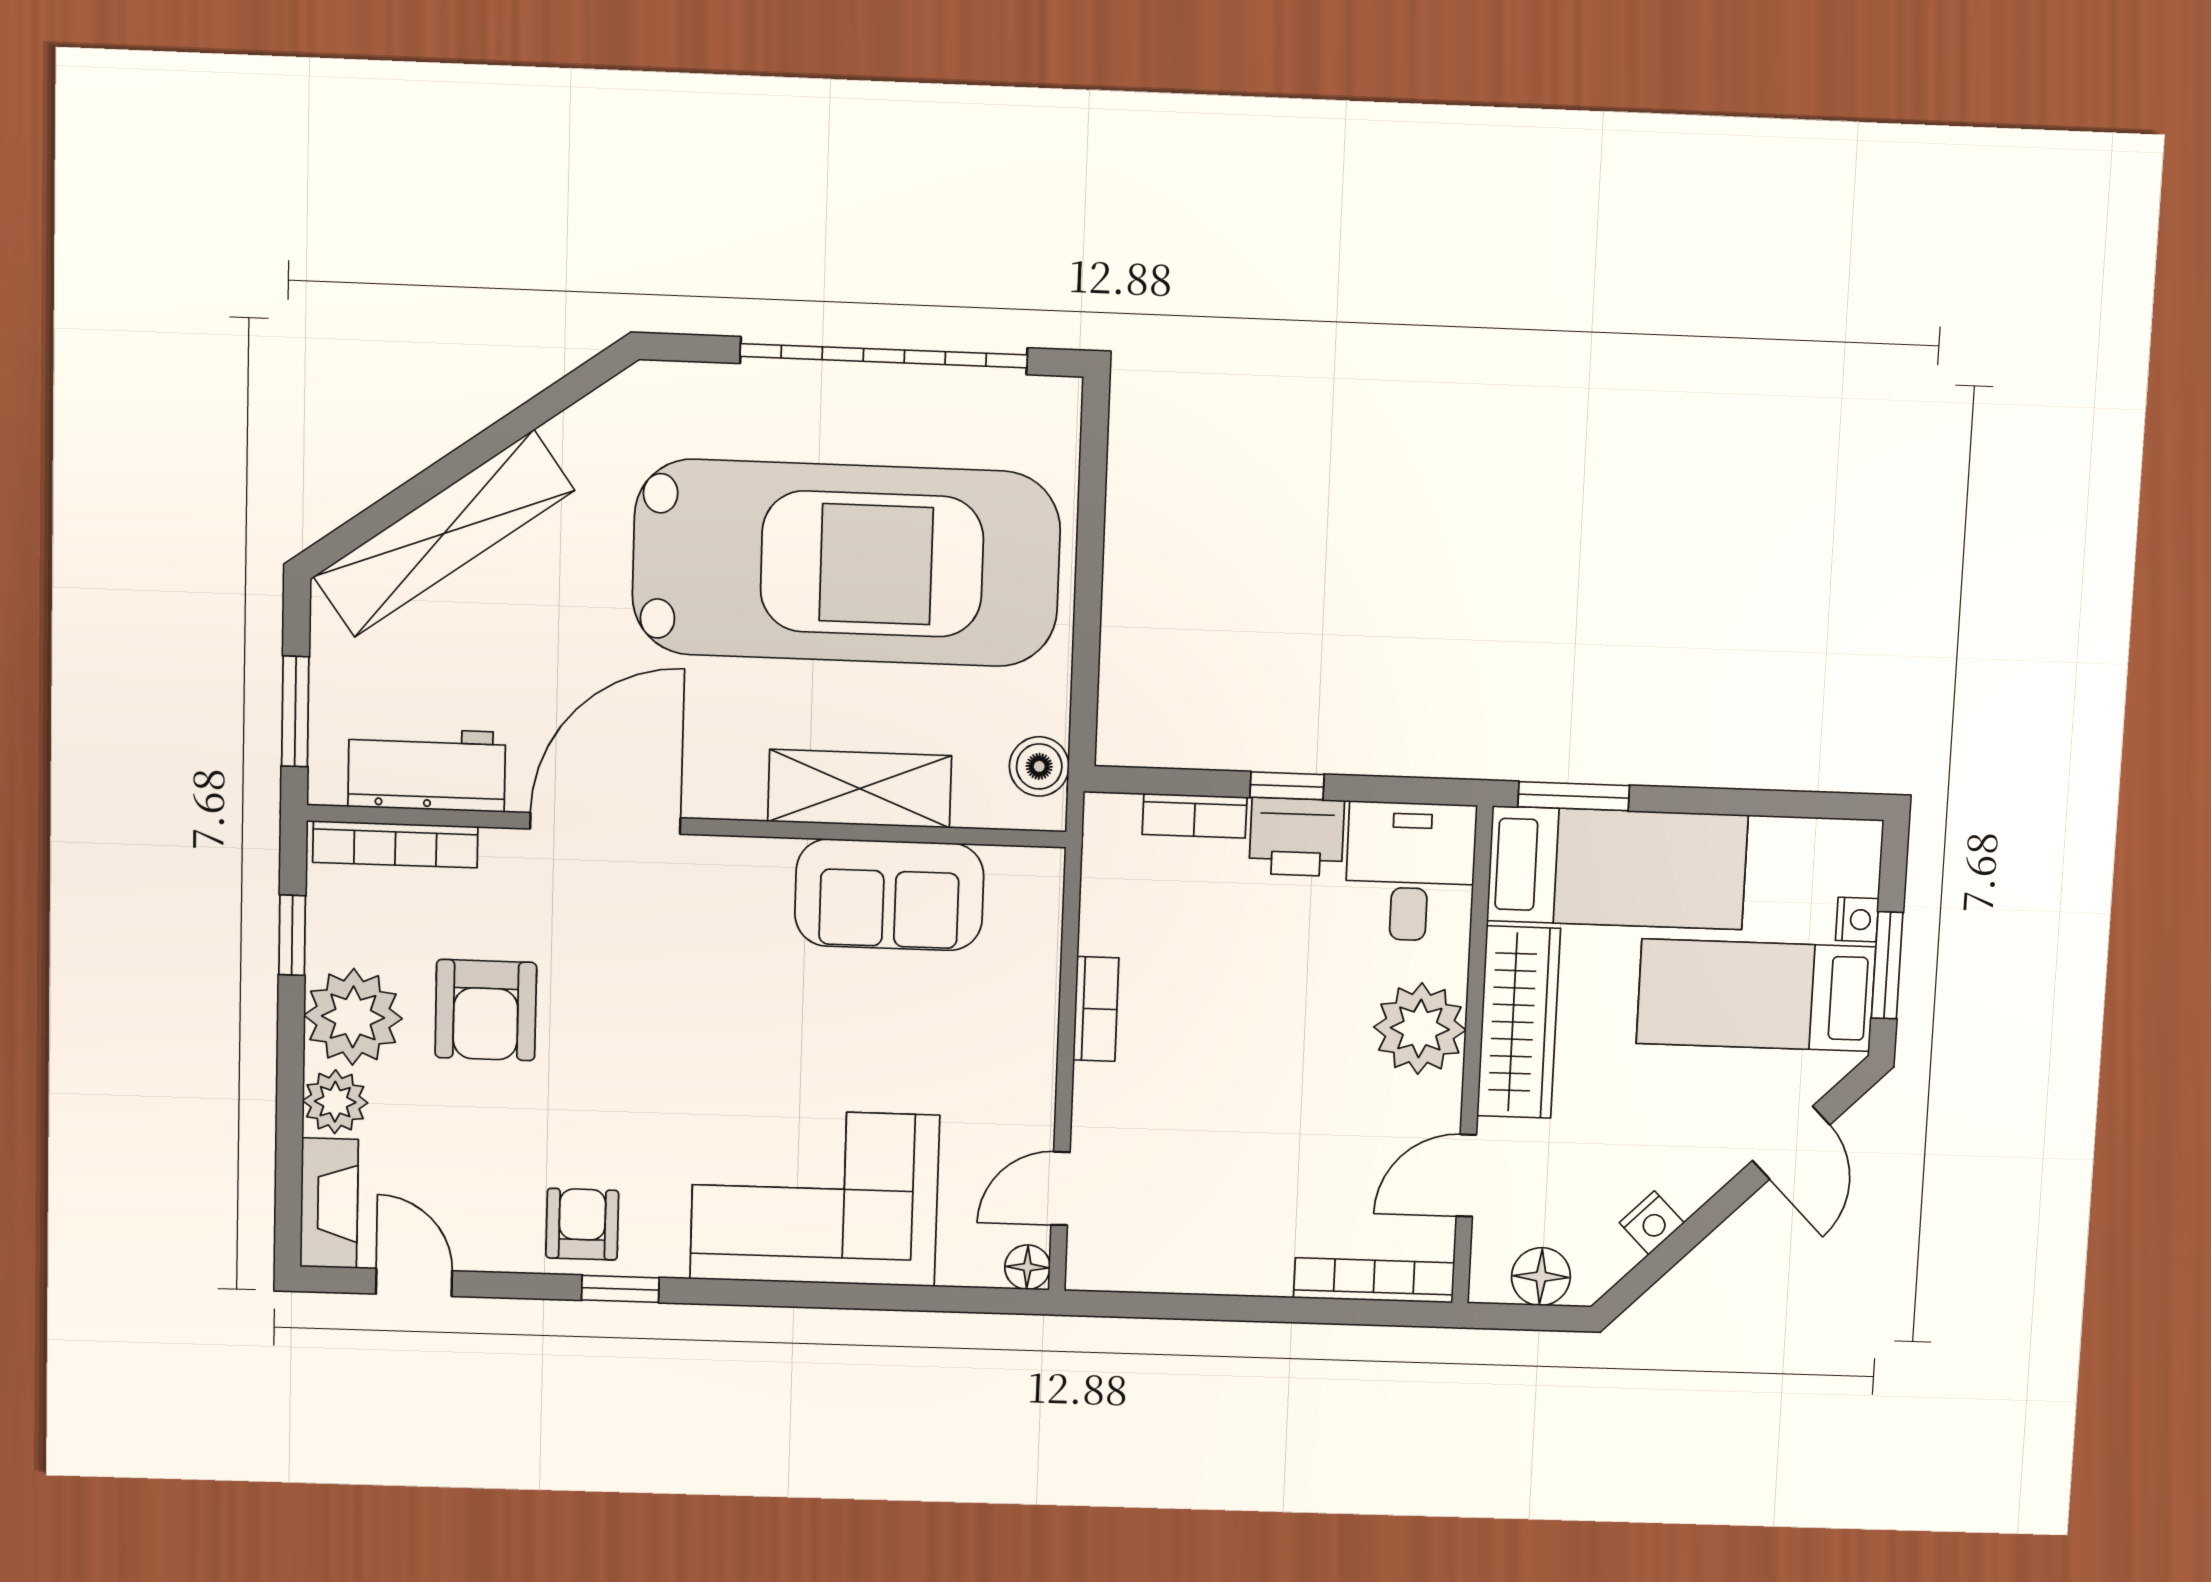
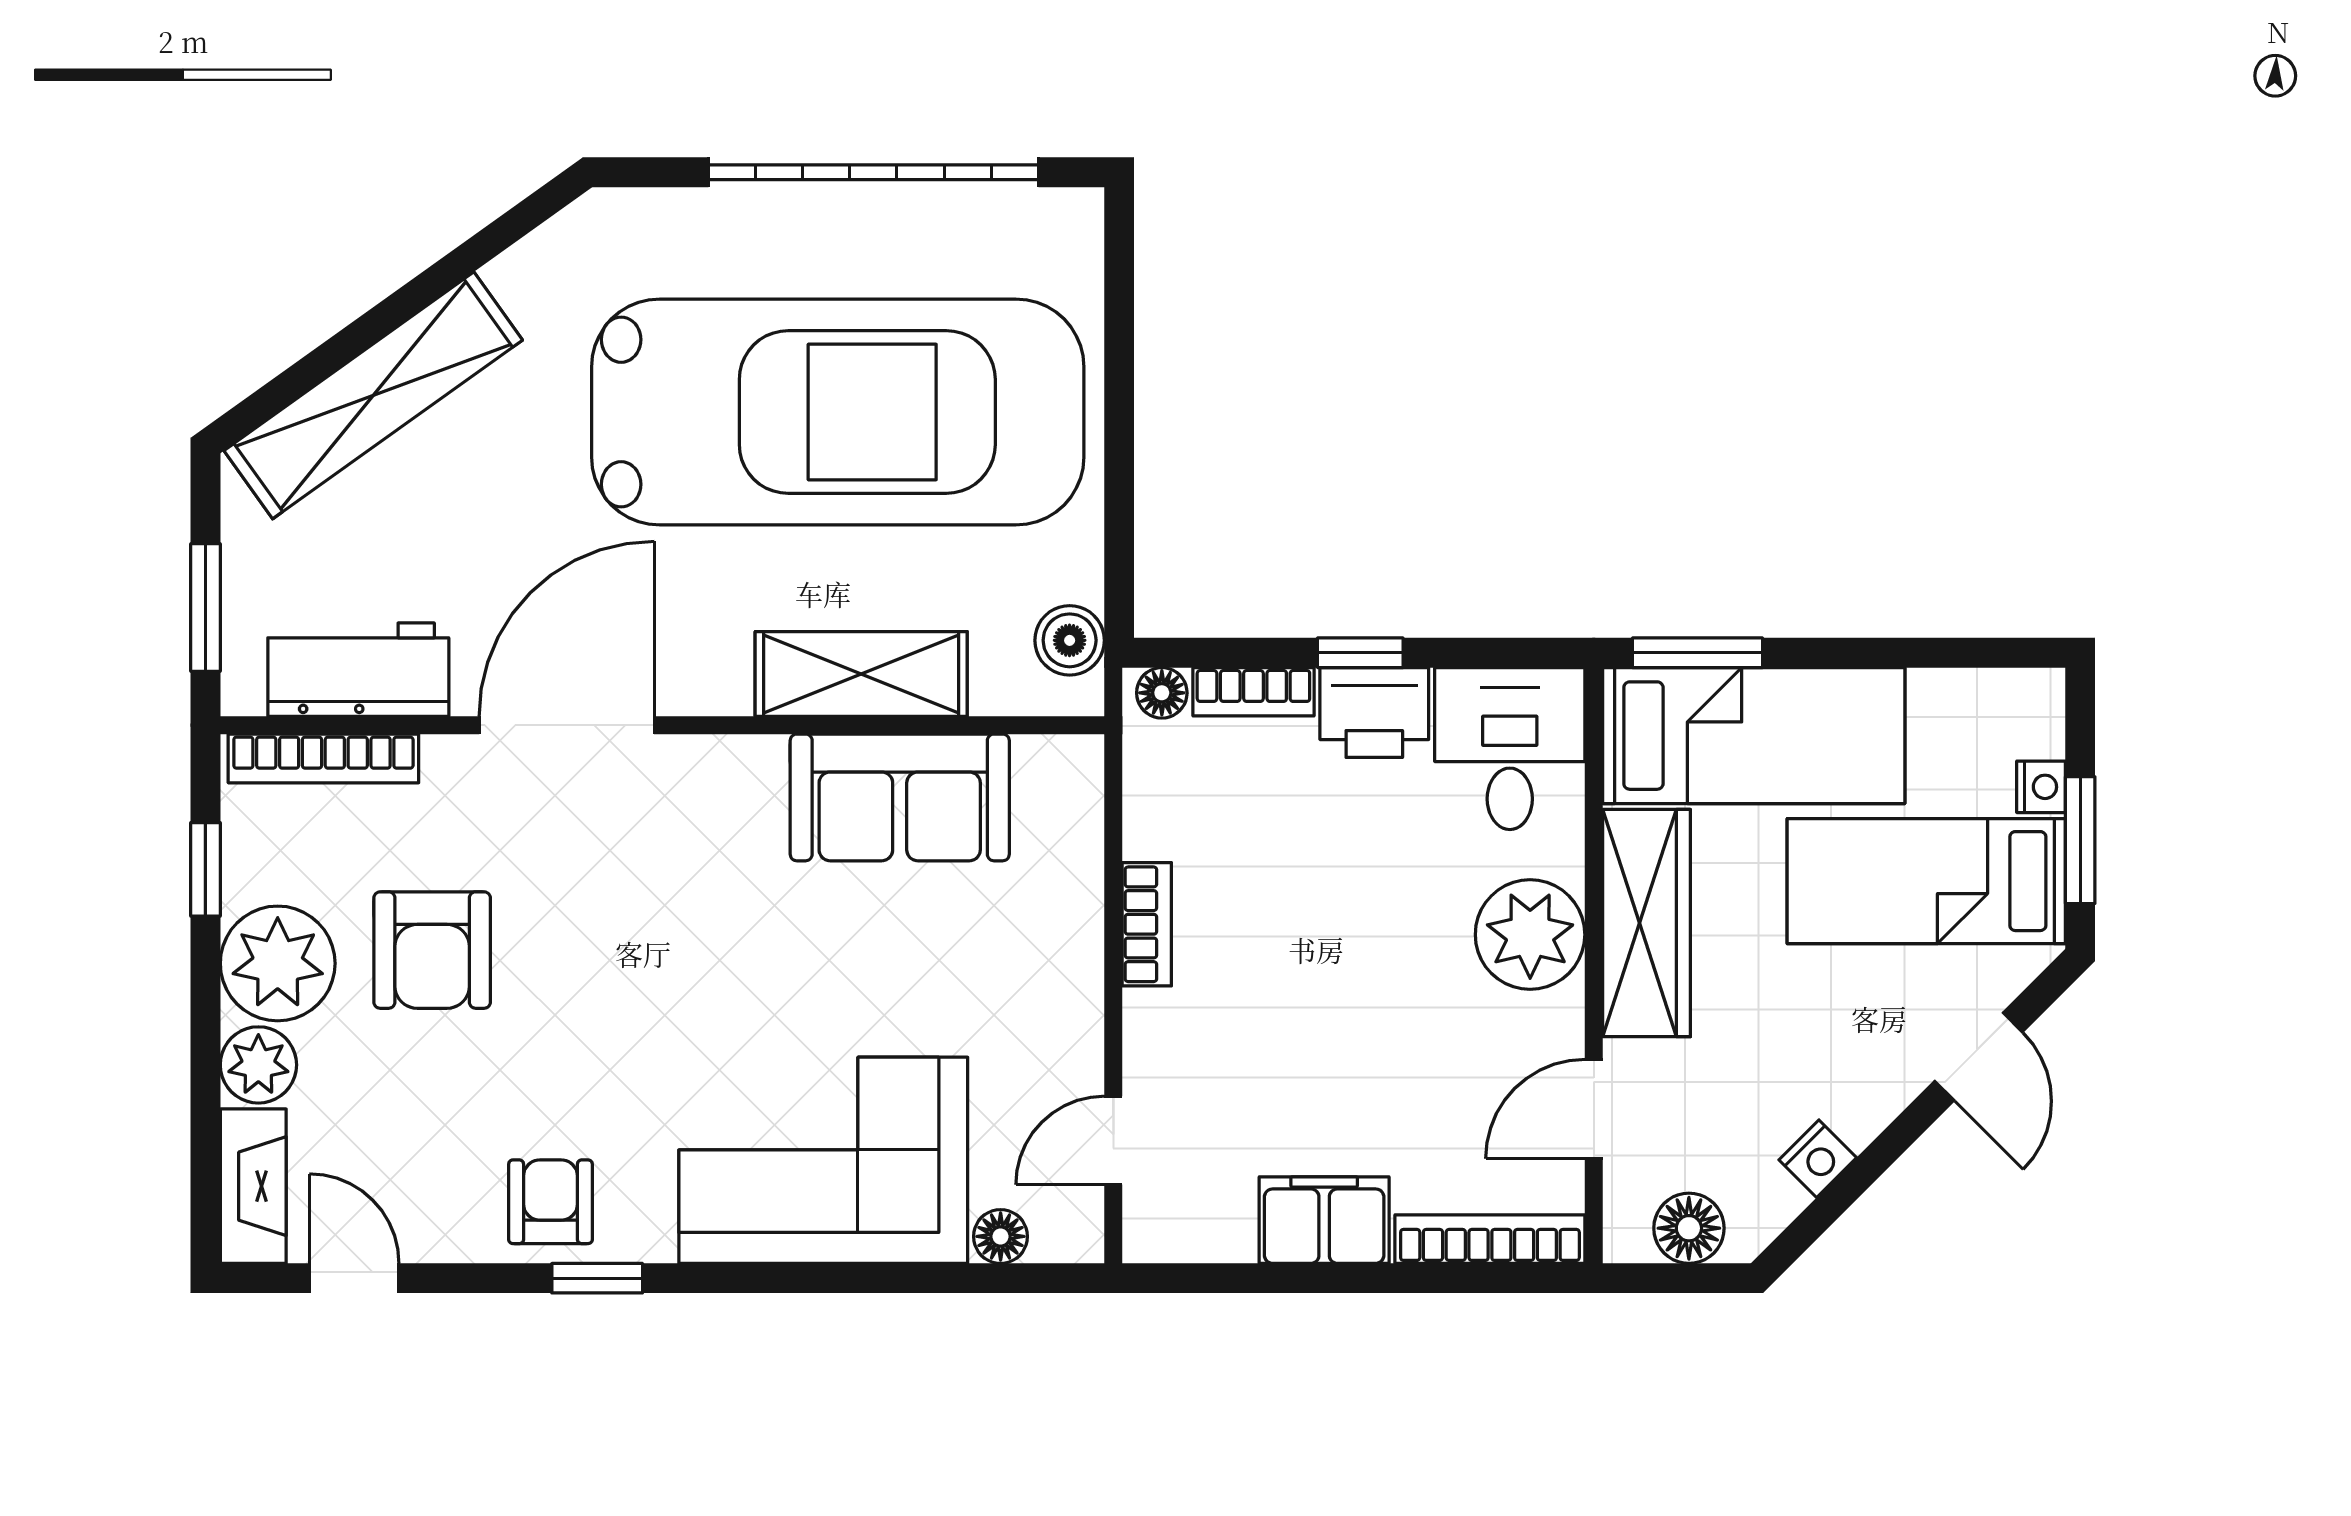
floor lamp: (1116, 814) -> (1162, 693), added
filing cabinet: (1236, 1260) -> (1324, 1220), added
floor lamp: (1027, 1267) -> (1001, 1236), moved

